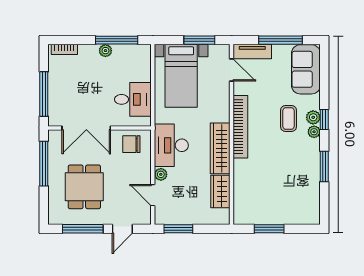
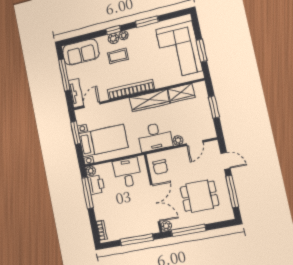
plant: (105, 51) -> (91, 171), moved
printer: (125, 54) -> (96, 185), added
plant: (55, 136) -> (166, 226), added
corner sofa: (277, 200) -> (179, 50), added
window: (178, 229) -> (214, 107), moved

